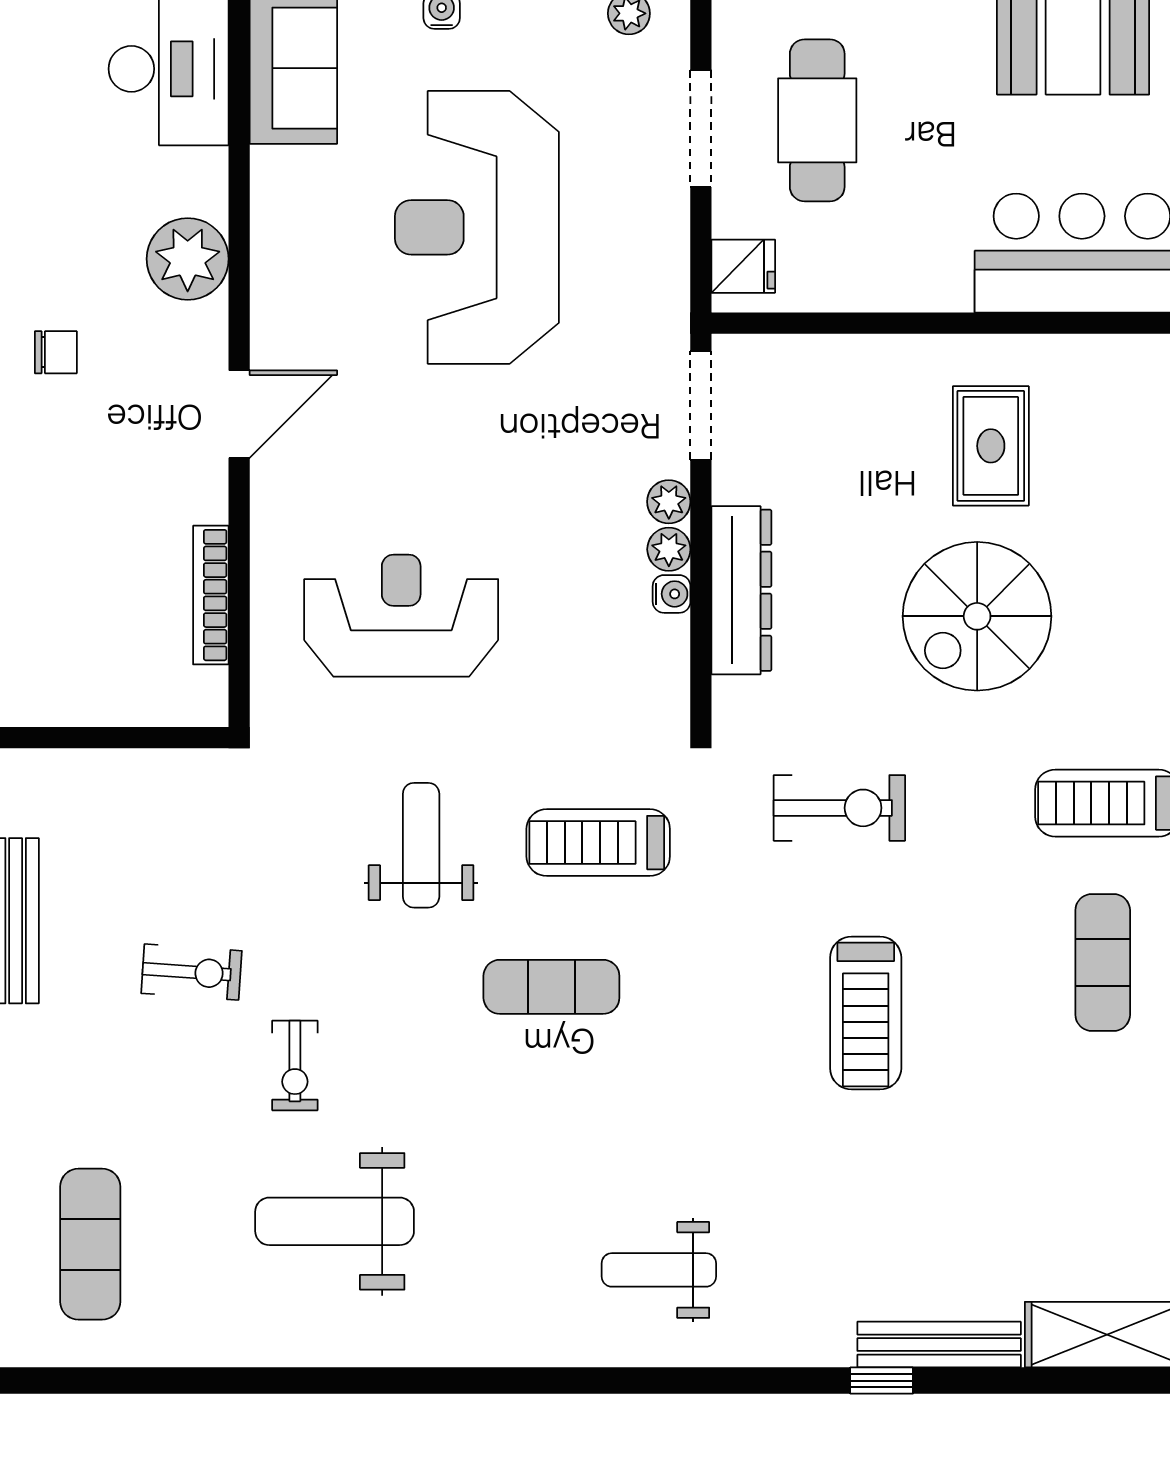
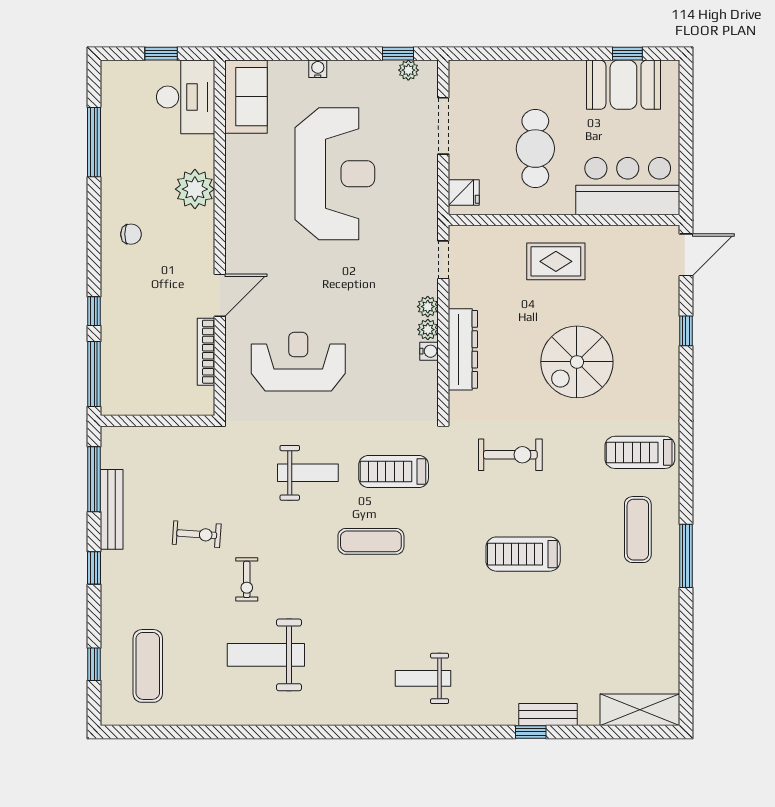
cafe table: (817, 120) -> (535, 149), moved
reception desk: (477, 227) -> (335, 174), turned 180
doorway: (701, 405) -> (443, 260), width x0.73
door: (239, 414) -> (220, 295), moved
rug: (991, 446) -> (556, 261), moved, turned 90
weight bench: (421, 845) -> (308, 473), turned 90
treadmill: (866, 1013) -> (523, 554), turned 90
bench: (939, 1345) -> (548, 715), width x0.73

